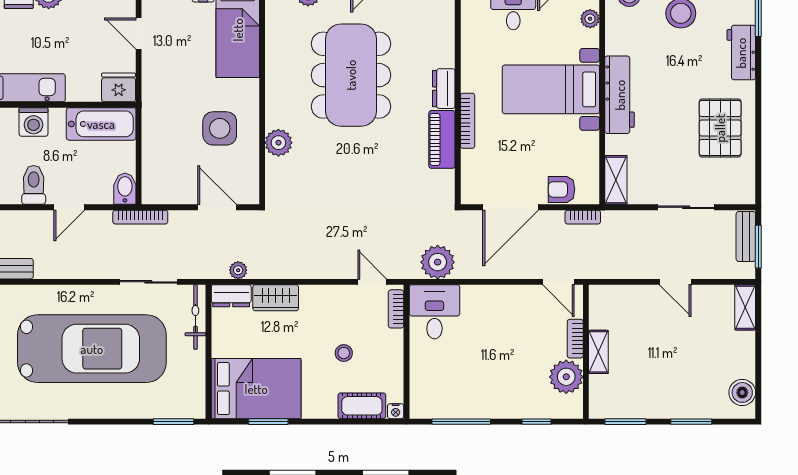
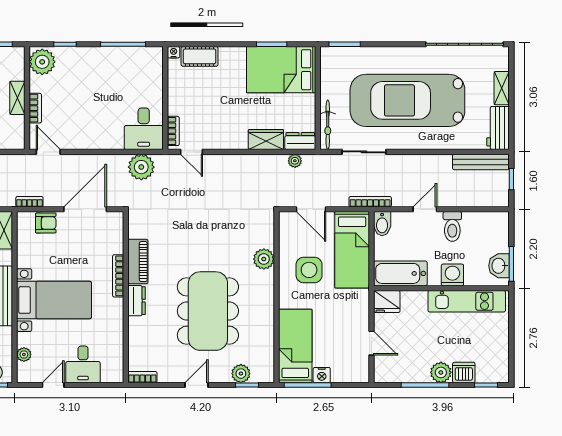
bed: (164, 155) -> (352, 250), added
stool: (344, 353) -> (214, 97), removed
plant: (566, 377) -> (42, 62), moved

